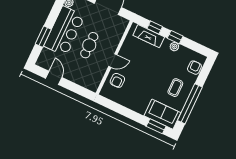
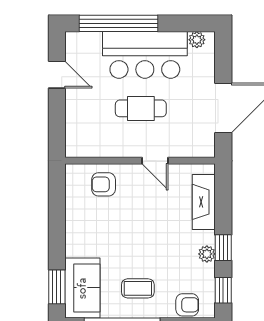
window: (155, 27) -> (223, 290), moved
window: (43, 37) -> (118, 23), width x2.11
door: (113, 61) -> (155, 161), moved
door: (54, 78) -> (57, 75), hinge flipped

